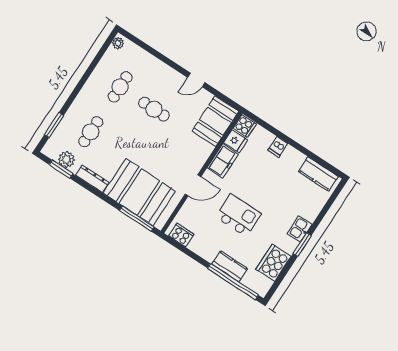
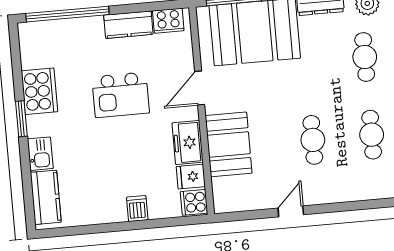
cafe table: (154, 109) -> (313, 140), turned 90
booth: (215, 121) -> (229, 144), moved
kitchen counter: (318, 174) -> (46, 197), moved, turned 90
kitchen sink: (300, 229) -> (40, 154), moved
cooker: (273, 263) -> (39, 91), moved
kitchen counter: (230, 266) -> (128, 25), moved

